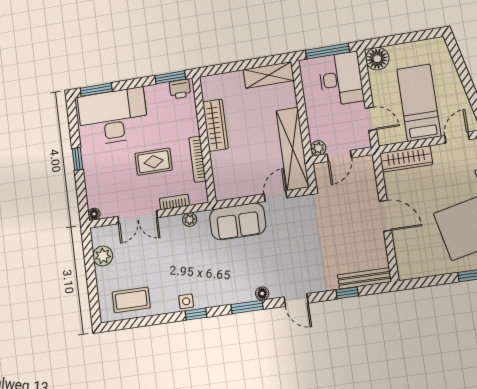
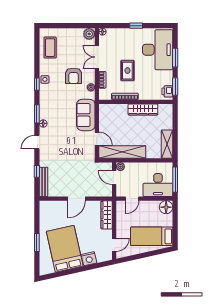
window: (96, 90) -> (175, 58), moved
bed: (419, 103) -> (152, 236), moved, turned 180
door: (457, 138) -> (114, 245), hinge flipped
armchair: (174, 253) -> (73, 76), added
plant: (103, 256) -> (89, 34), moved

